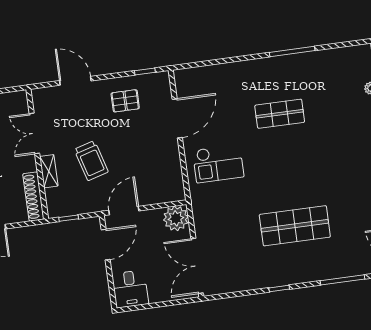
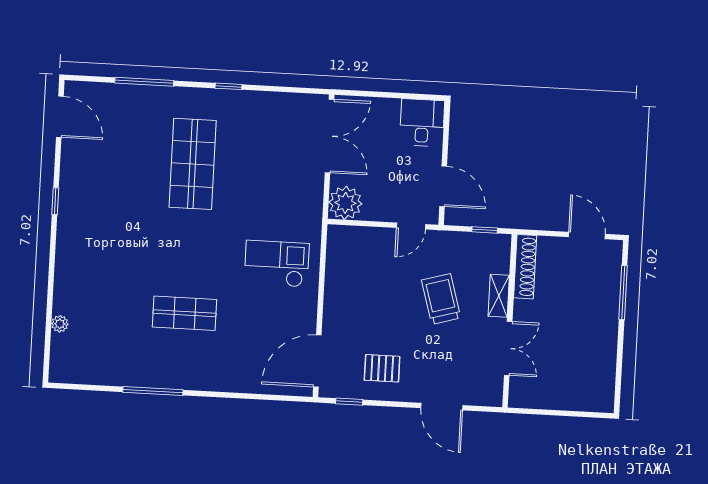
door: (177, 118) -> (317, 361), moved
door: (124, 211) -> (411, 226), width x0.73
shop shelf: (295, 226) -> (193, 164), turned 90
door: (106, 245) -> (443, 186), swing flipped

